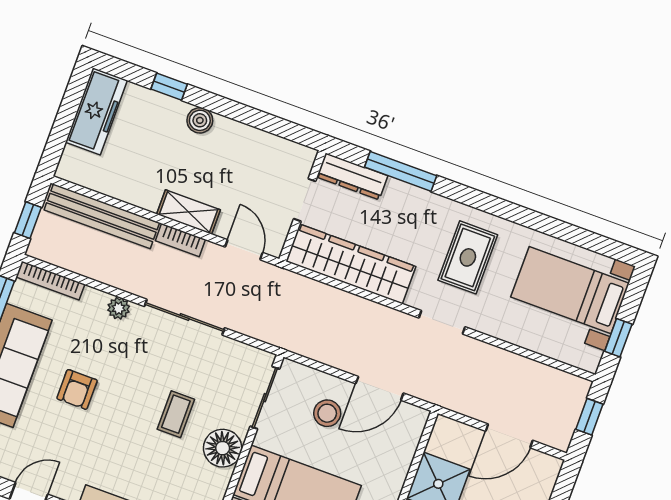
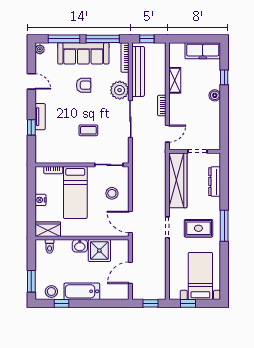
window: (401, 171) -> (224, 226), moved
dresser: (352, 176) -> (215, 182), moved
shelving: (188, 212) -> (175, 80), moved
bench: (102, 216) -> (138, 71), moved
plant: (119, 308) -> (120, 90), width x1.87, depth x1.87
door: (380, 388) -> (130, 222), moved
armchair: (77, 389) -> (84, 85), turned 180
door: (509, 436) -> (130, 273), hinge flipped
floor lamp: (223, 448) -> (81, 155), removed

